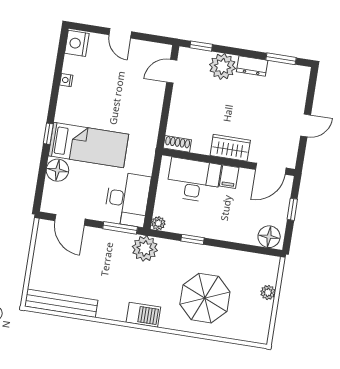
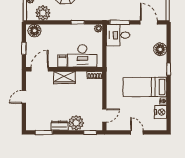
nightstand: (77, 43) -> (161, 112), moved
bed: (89, 145) -> (145, 87), moved
desk: (127, 199) -> (118, 35), width x0.73
plant: (145, 248) -> (43, 13), moved

